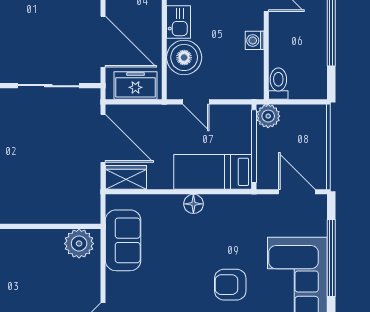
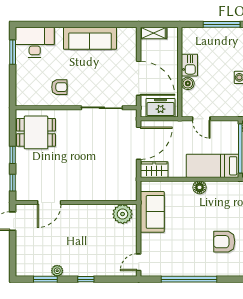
boiler: (184, 57) -> (188, 83), width x0.54, depth x0.54
door: (103, 138) -> (139, 143), hinge flipped

